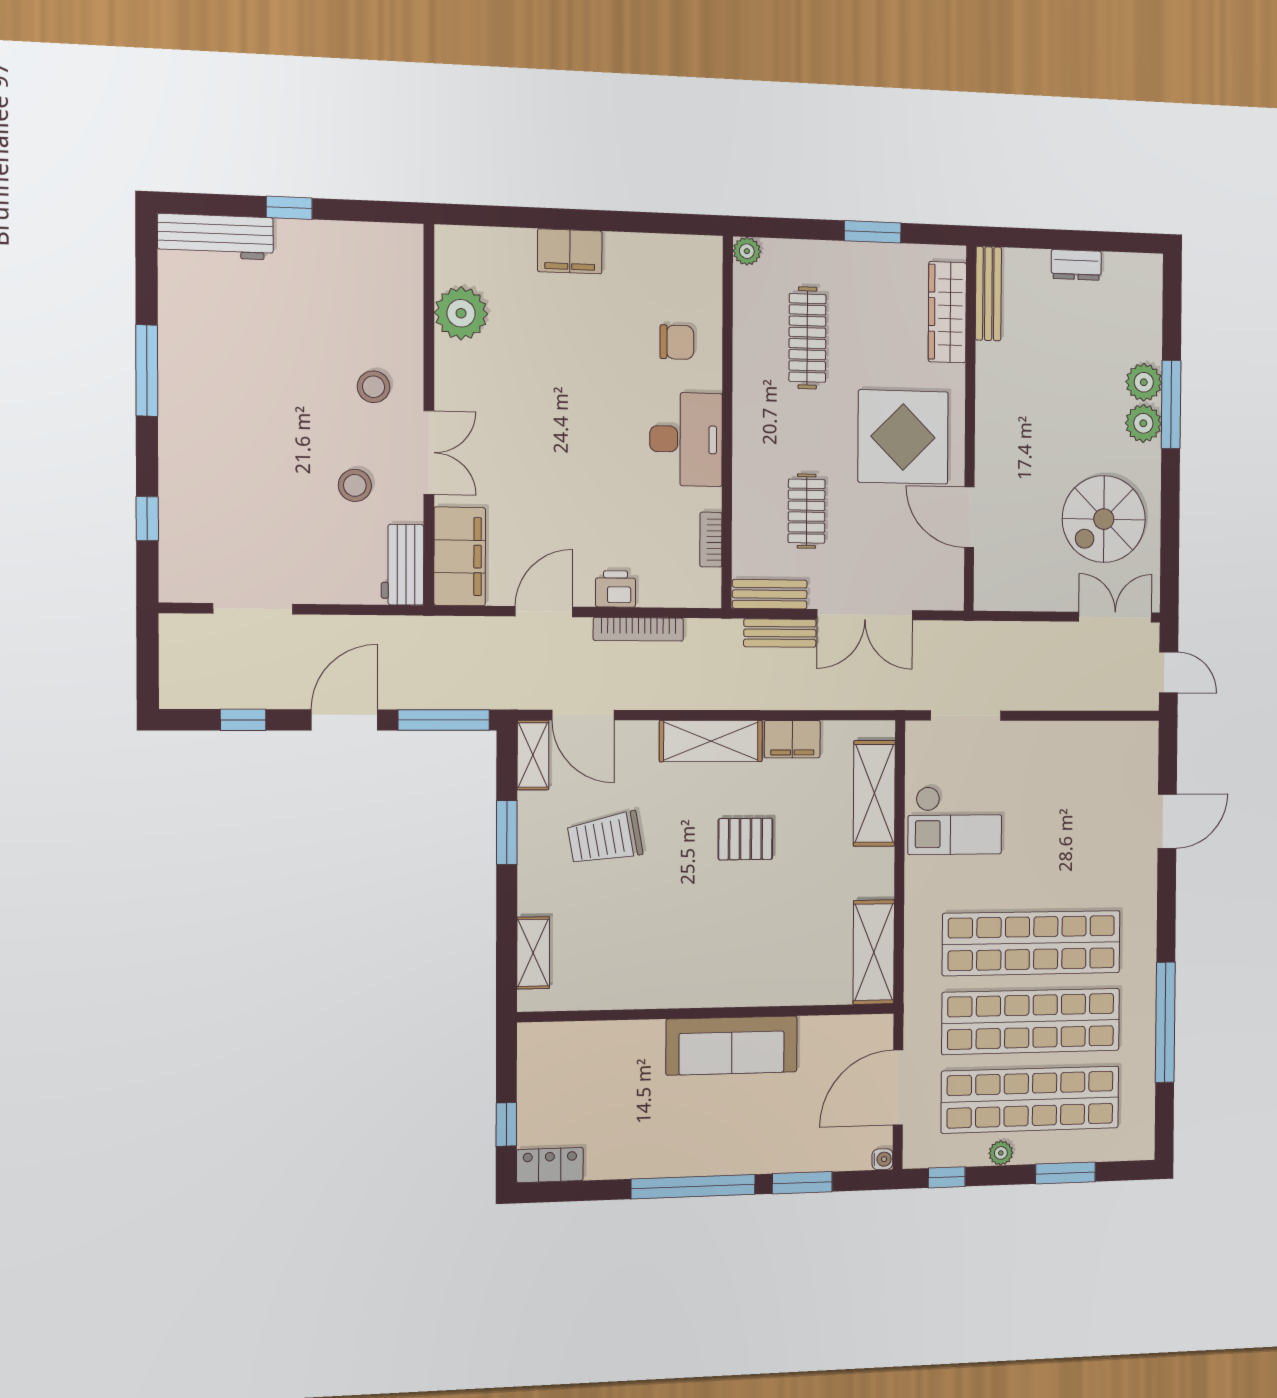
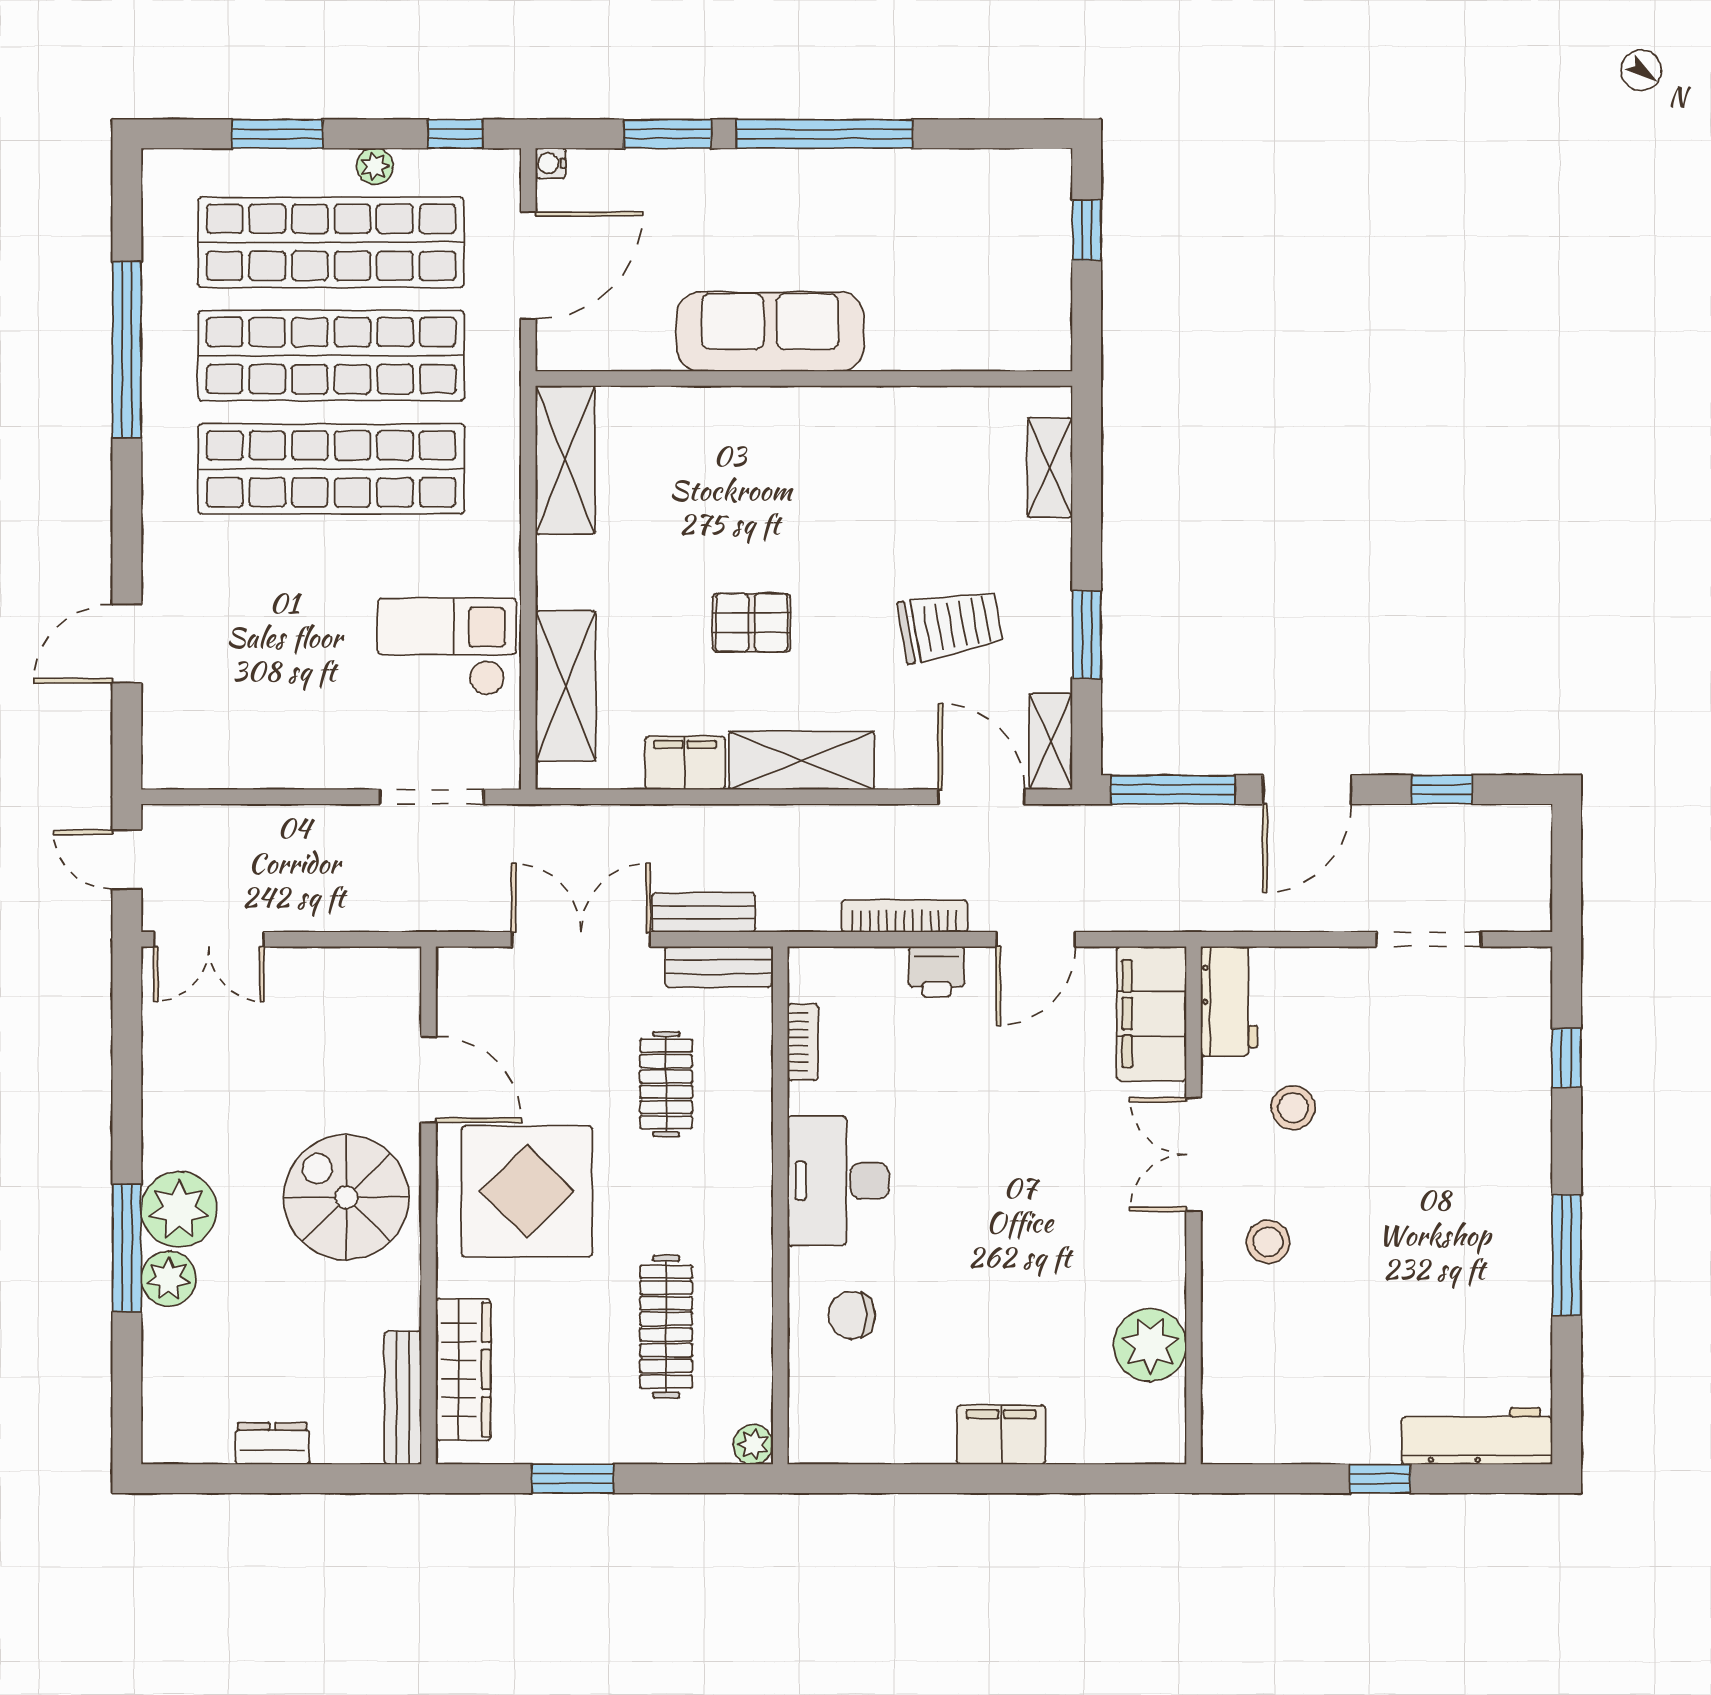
plant: (1143, 423) -> (179, 1209), width x1.36, depth x1.36
spiral stairs: (1104, 519) -> (346, 1197), moved, turned -90
locker: (550, 1165) -> (1026, 171), removed

